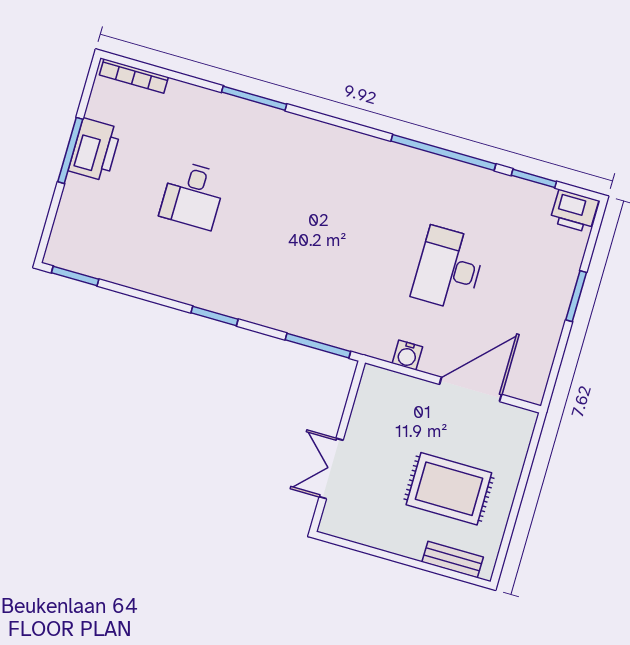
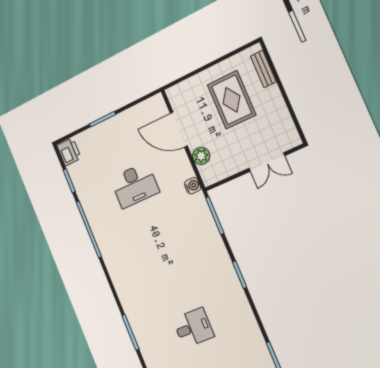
water cooler: (407, 355) -> (193, 186), moved
plant: (411, 391) -> (201, 156), added

